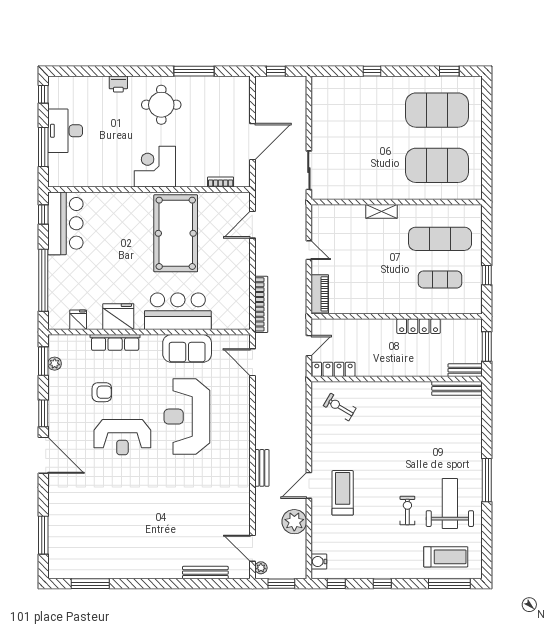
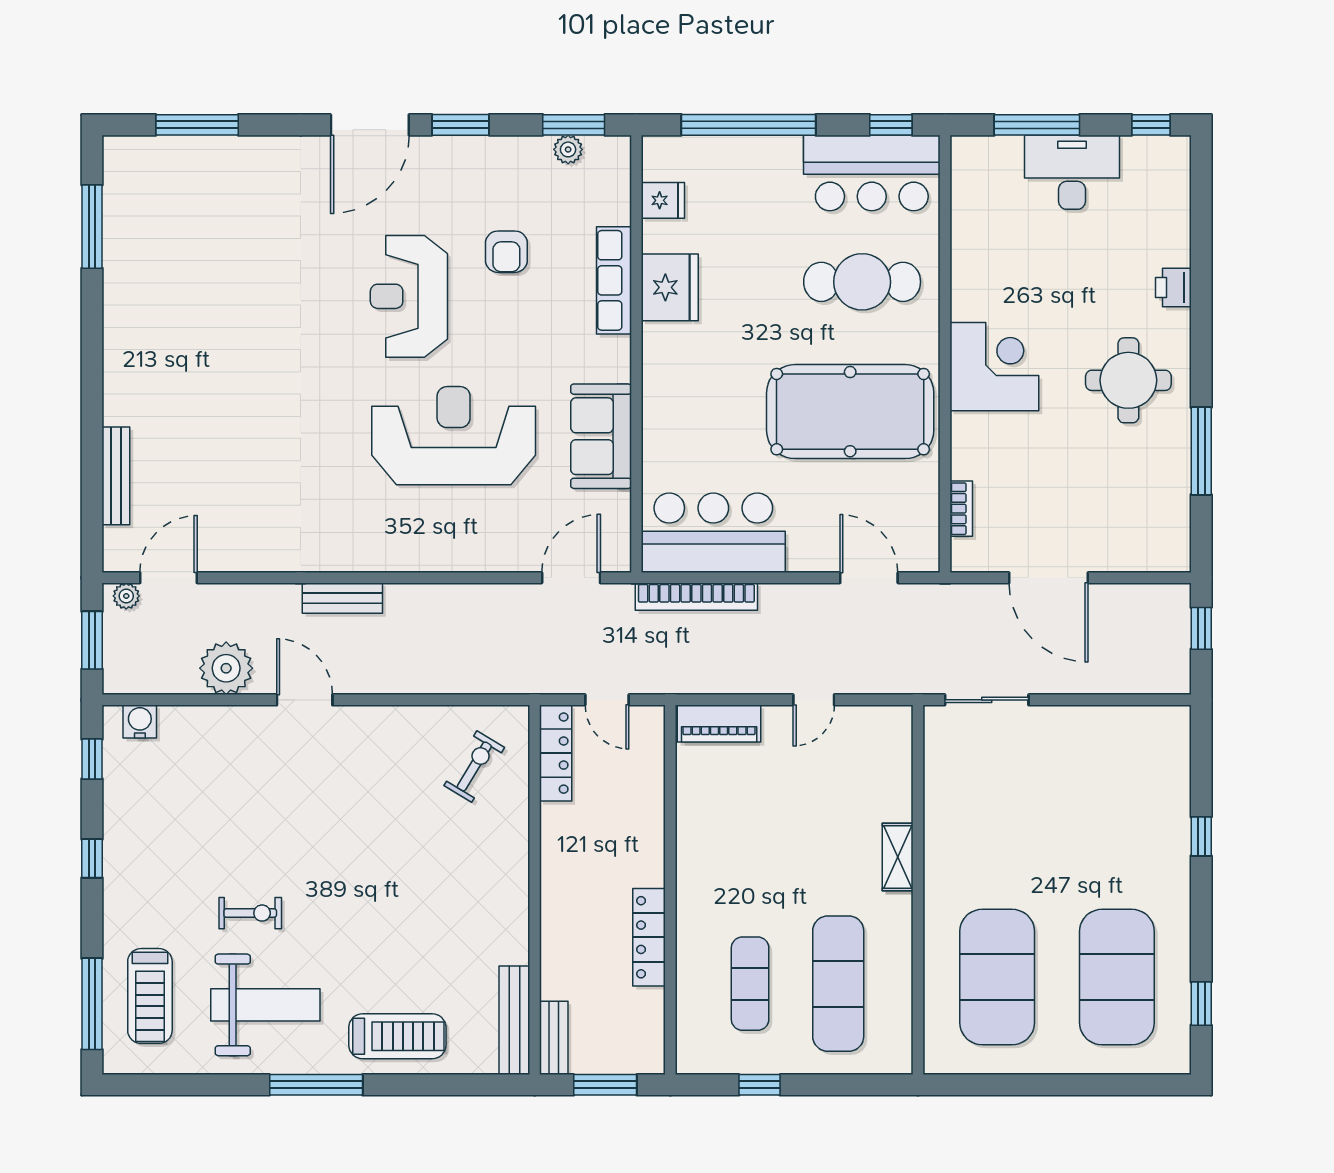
cafe table: (116, 228) -> (862, 282), added
bar counter: (178, 311) -> (713, 533), moved, turned -90
treadmill: (343, 493) -> (397, 1036), moved

